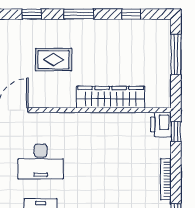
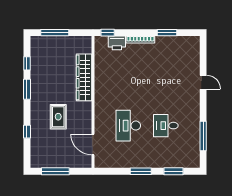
window: (79, 14) -> (27, 89), moved
printer: (161, 124) -> (117, 43), moved
desk: (41, 161) -> (128, 126), turned 180

